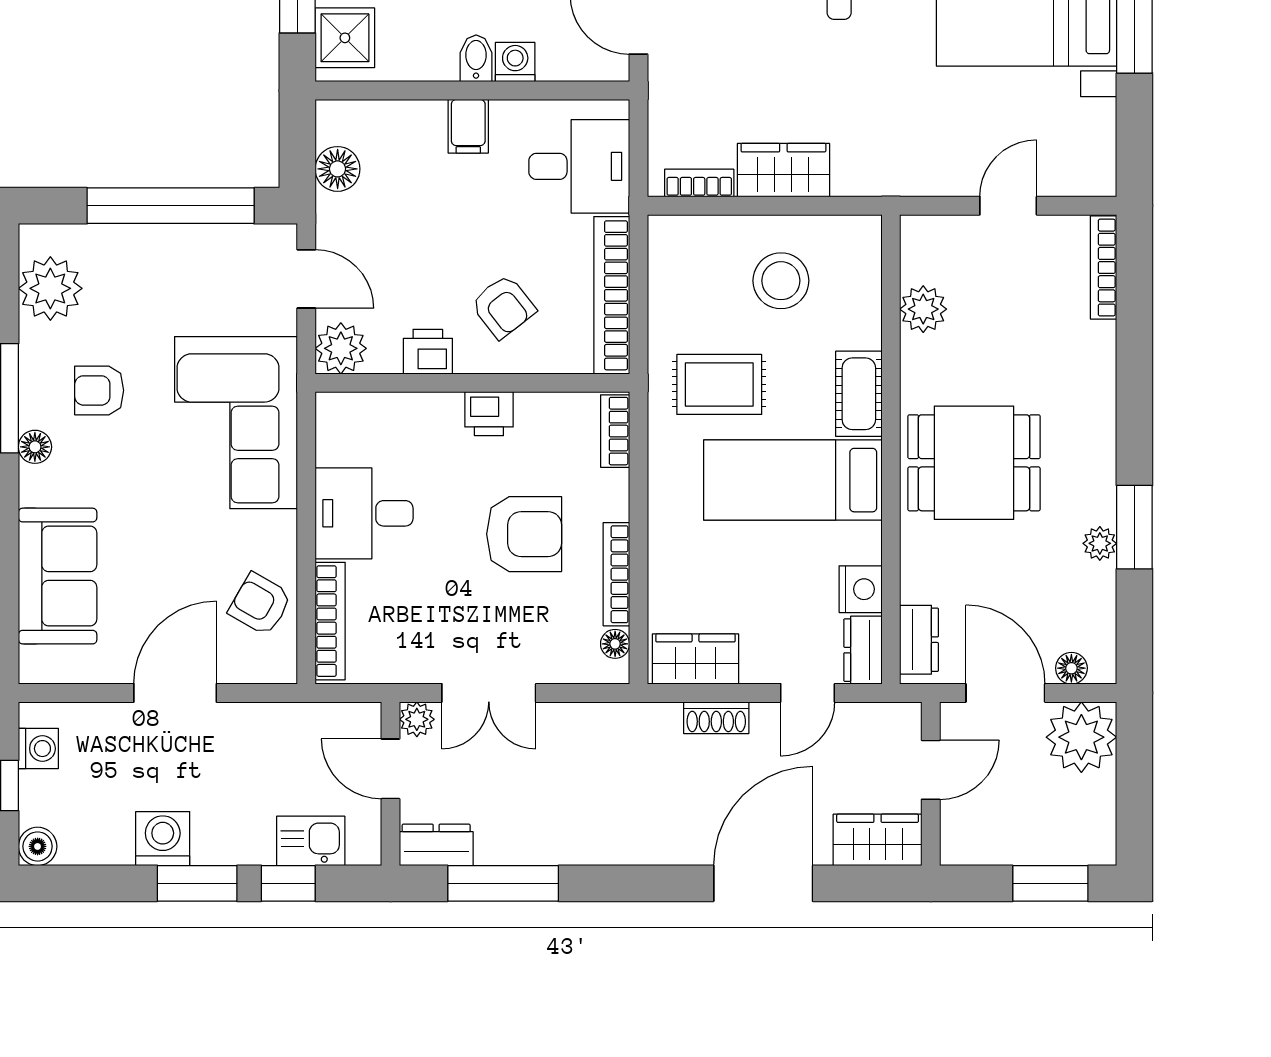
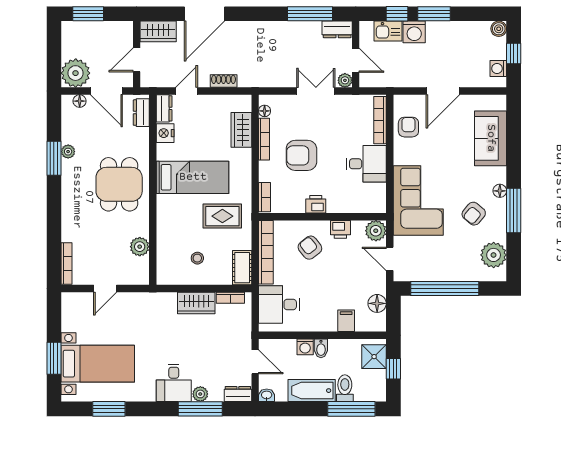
filing cabinet: (468, 126) -> (346, 321), moved
stool: (781, 281) -> (197, 258), width x0.53, depth x0.53
armchair: (99, 390) -> (474, 214), turned 130
cot: (859, 394) -> (242, 268), moved
dining table: (974, 463) -> (119, 184), turned 90
armchair: (260, 604) -> (408, 127), turned -120
wardrobe: (696, 659) -> (241, 130), moved, turned 90
washing machine: (163, 839) -> (414, 32), moved

